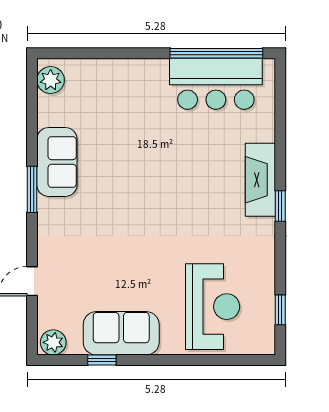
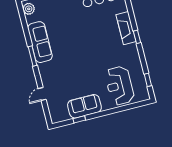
sofa: (57, 162) -> (40, 42), width x1.36
reception desk: (213, 307) -> (120, 86), turned 180
plant: (53, 342) -> (57, 117), removed

